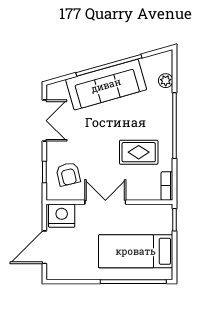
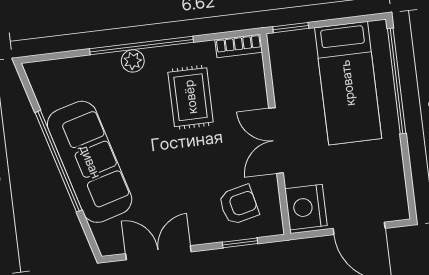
plant: (166, 81) -> (133, 61), moved

